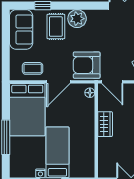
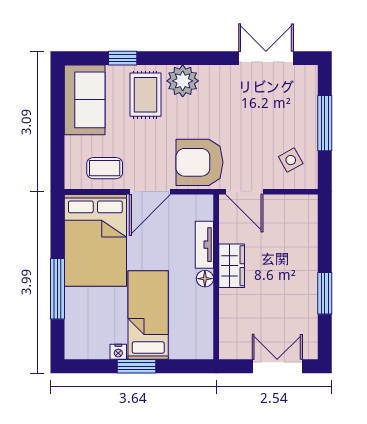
floor lamp: (90, 93) -> (205, 279), moved
tv unit: (89, 112) -> (204, 245), added

